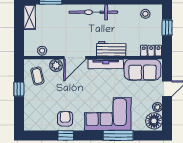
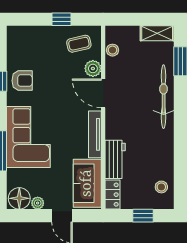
bicycle: (93, 12) -> (164, 97), moved
workbench: (111, 49) -> (115, 159), moved

